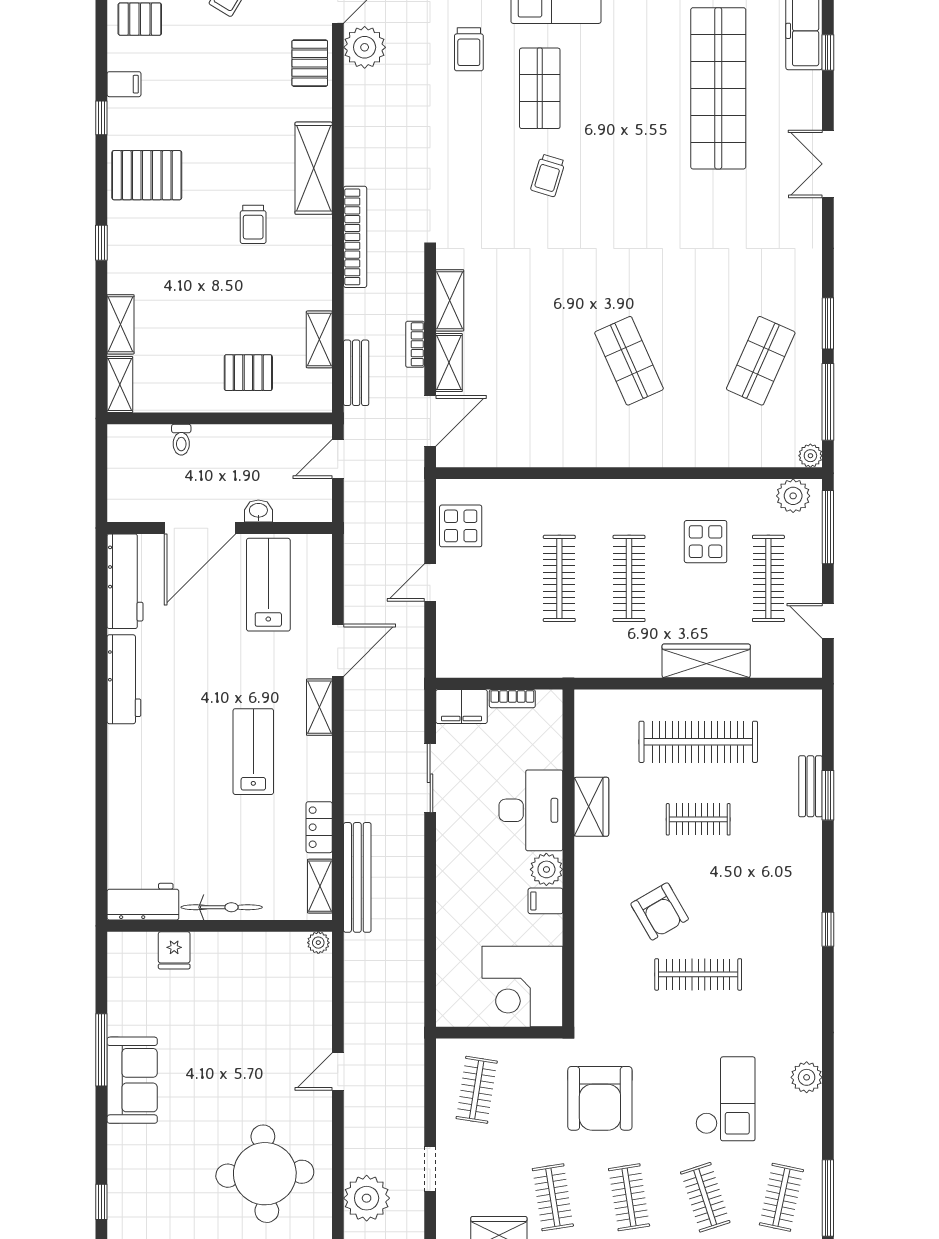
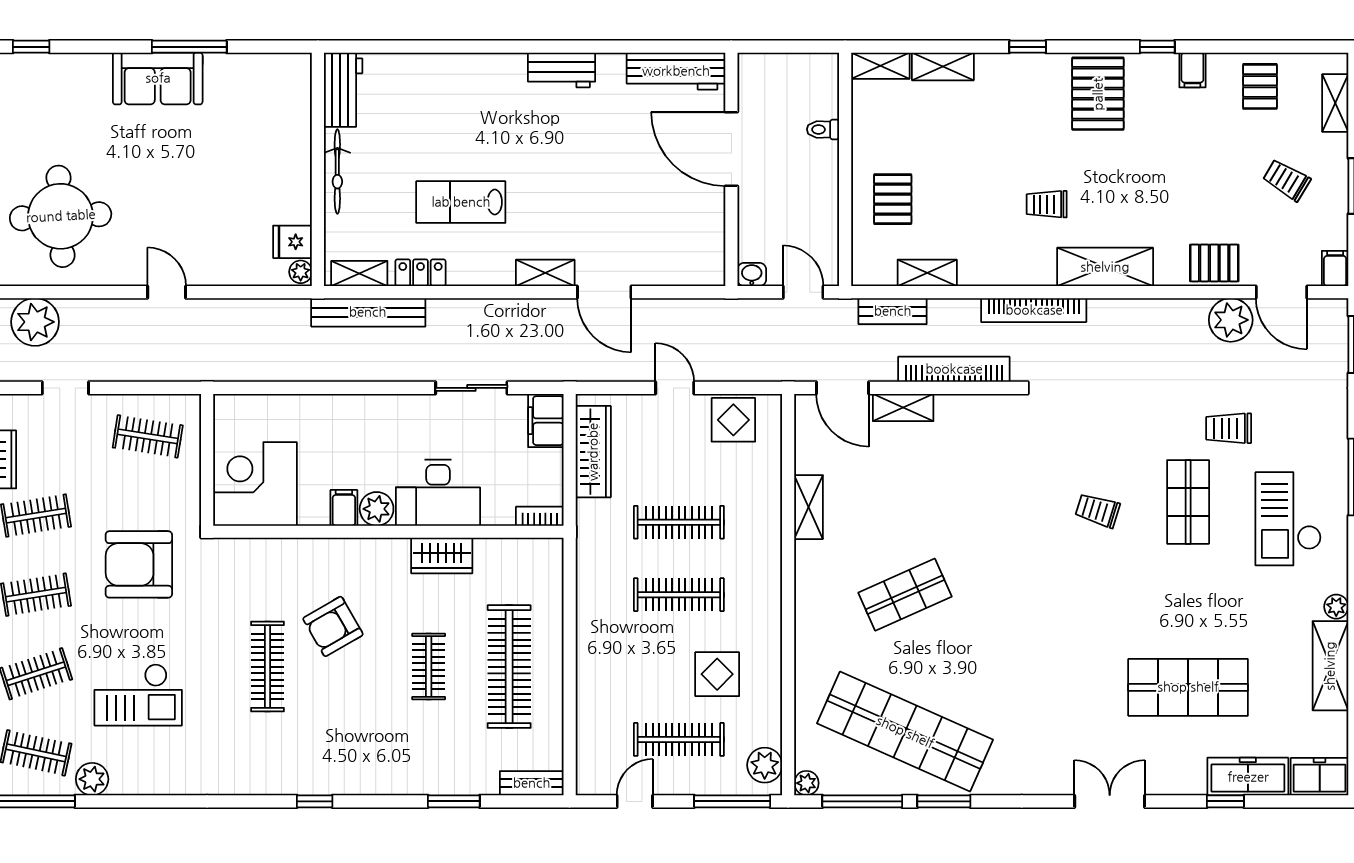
shop shelf: (540, 88) -> (1188, 502), turned 90
shop shelf: (718, 88) -> (1188, 687), width x0.71
shelving: (450, 300) -> (809, 507), moved, turned 90
bookcase: (415, 344) -> (954, 369), width x2.31, depth x1.31
shop shelf: (761, 361) -> (905, 732), width x2.00, depth x1.36
washbasin: (258, 511) -> (752, 274), moved, turned -90
lab bench: (268, 585) -> (672, 220), removed
wardrobe: (706, 661) -> (593, 452), moved
workbench: (124, 679) -> (562, 70), width x0.73
bookcase: (512, 699) -> (540, 516), moved, turned 90
lab bench: (253, 752) -> (461, 202), moved, turned 180
bench: (810, 786) -> (532, 783), moved
fridge: (174, 950) -> (293, 242), moved
plant: (807, 1077) -> (92, 779), moved

